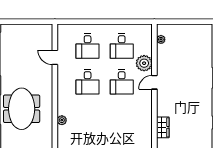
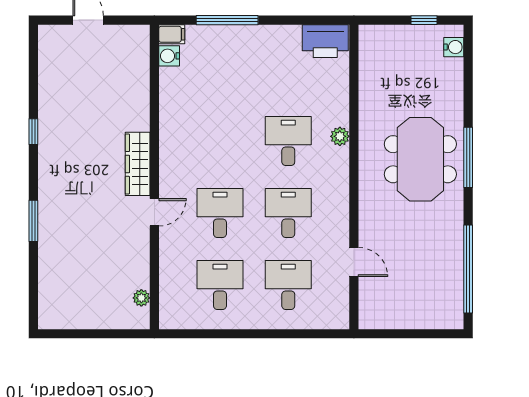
plant: (144, 63) -> (175, 250), removed
desk: (88, 118) -> (288, 141), added
wardrobe: (163, 127) -> (138, 164), moved, width x1.50

